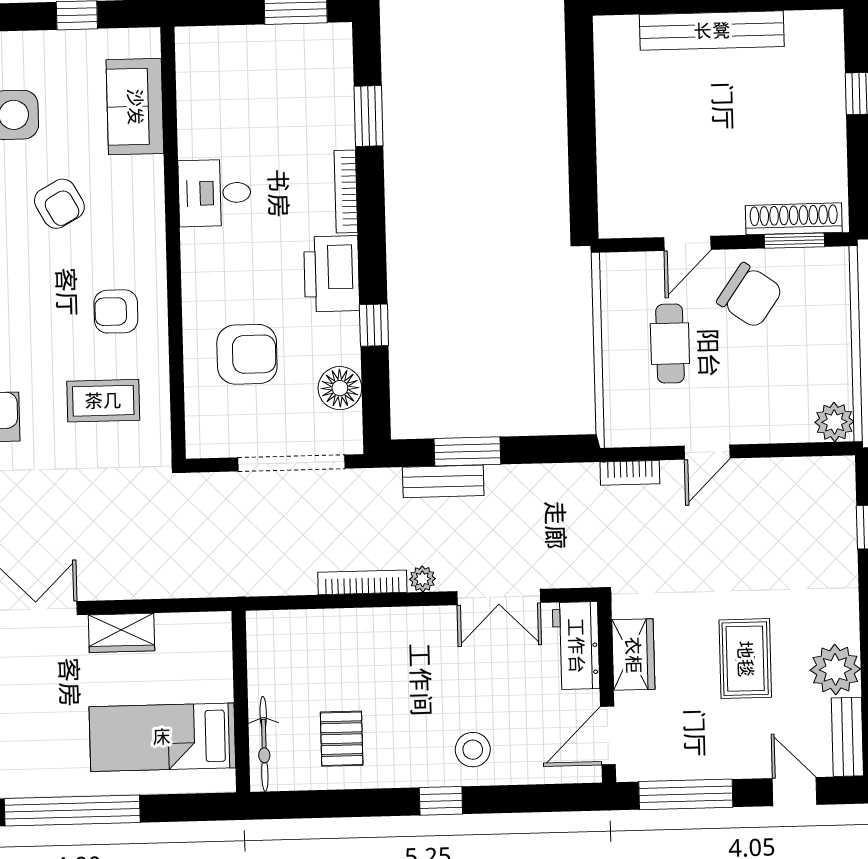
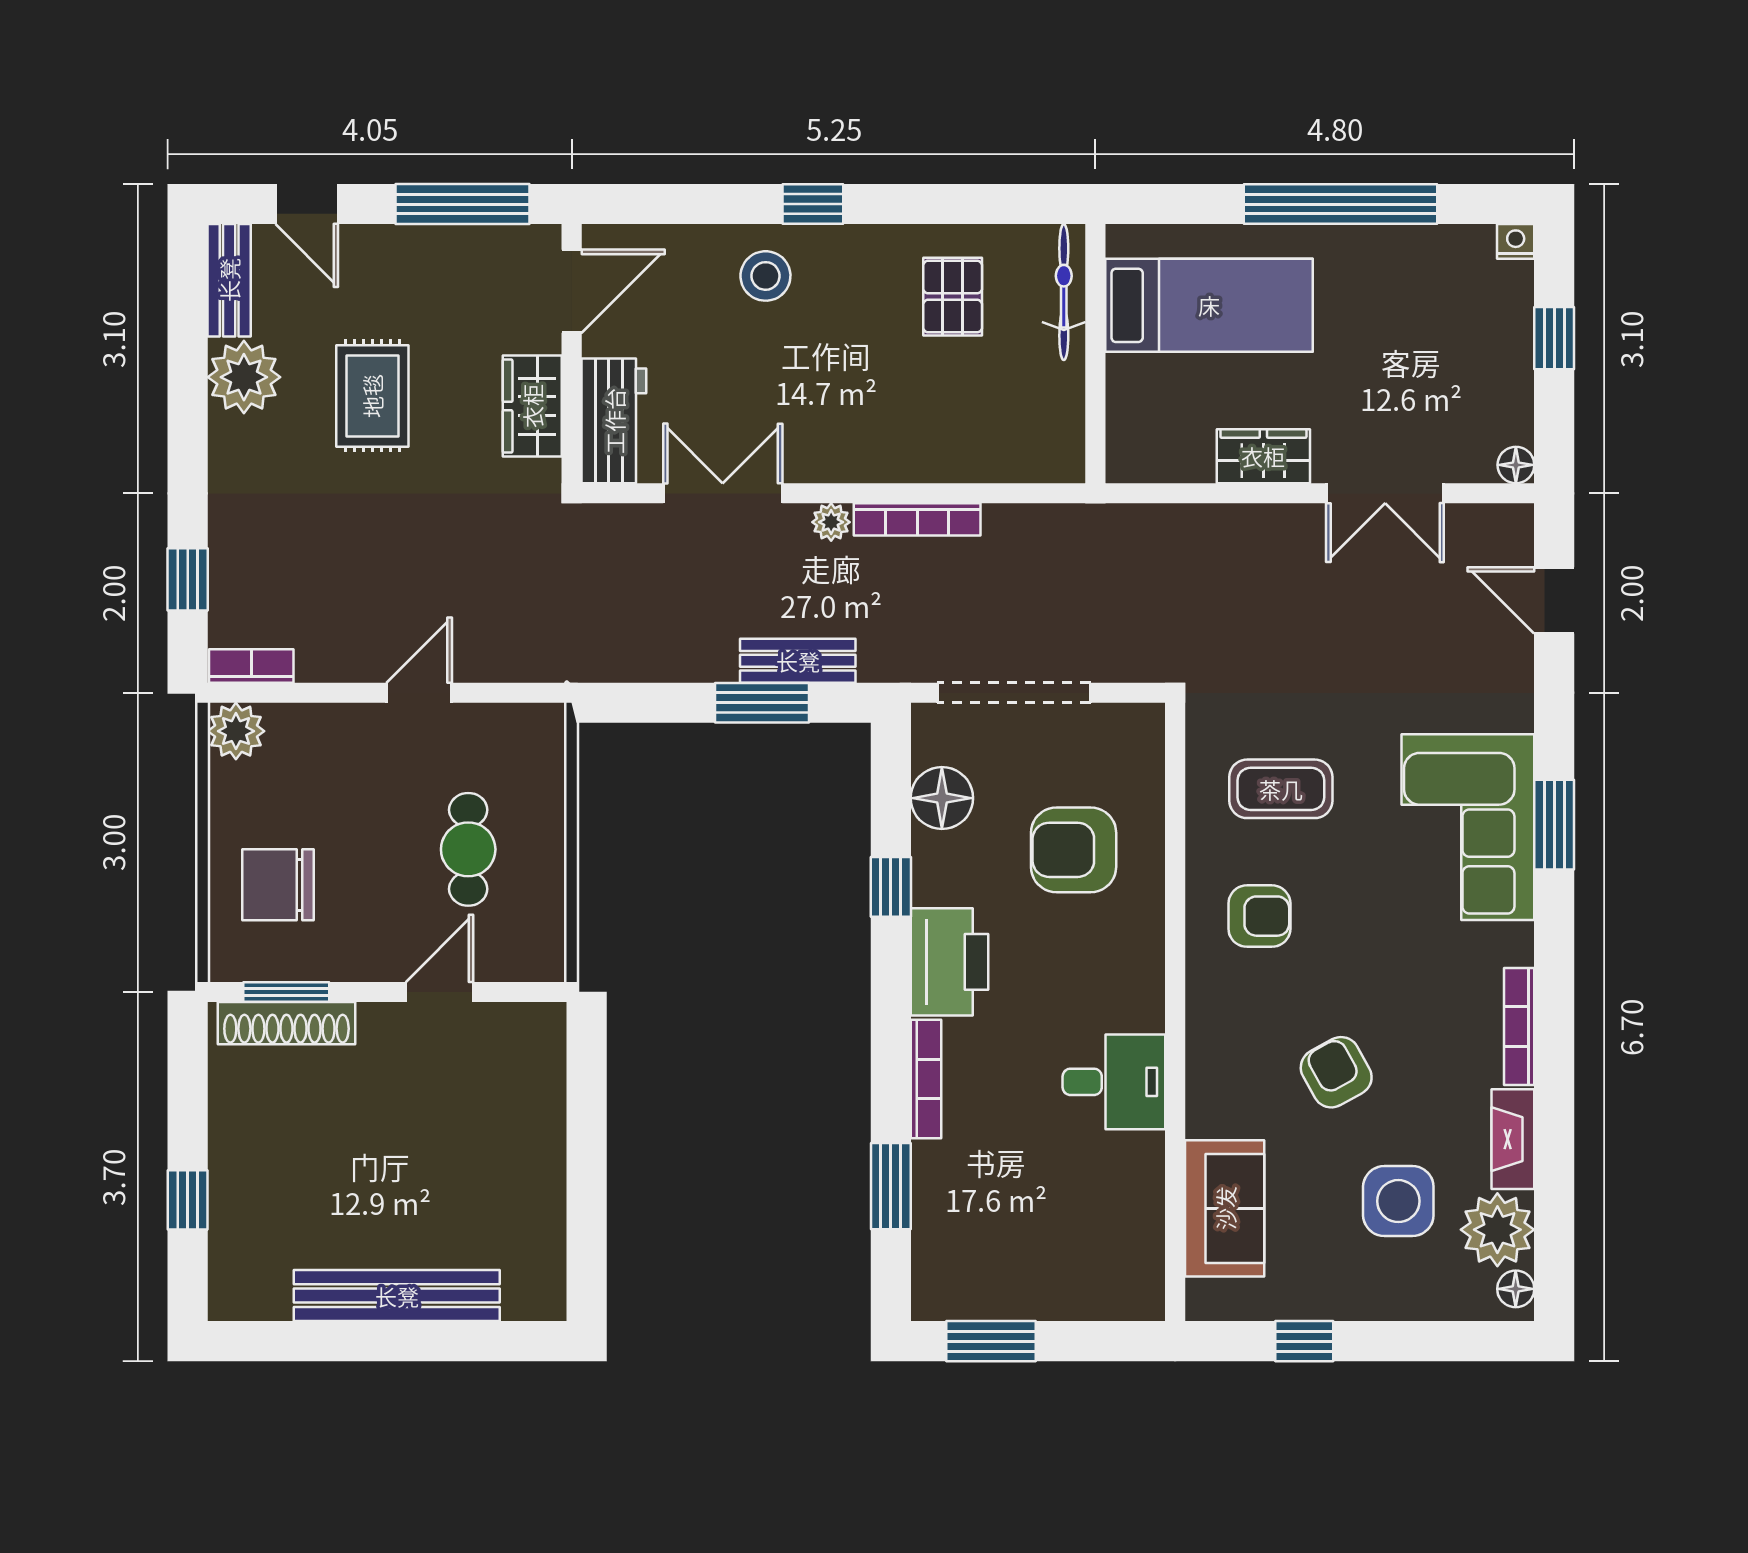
chair: (750, 296) -> (278, 885), moved, turned -35
bookcase: (630, 473) -> (251, 666), moved

